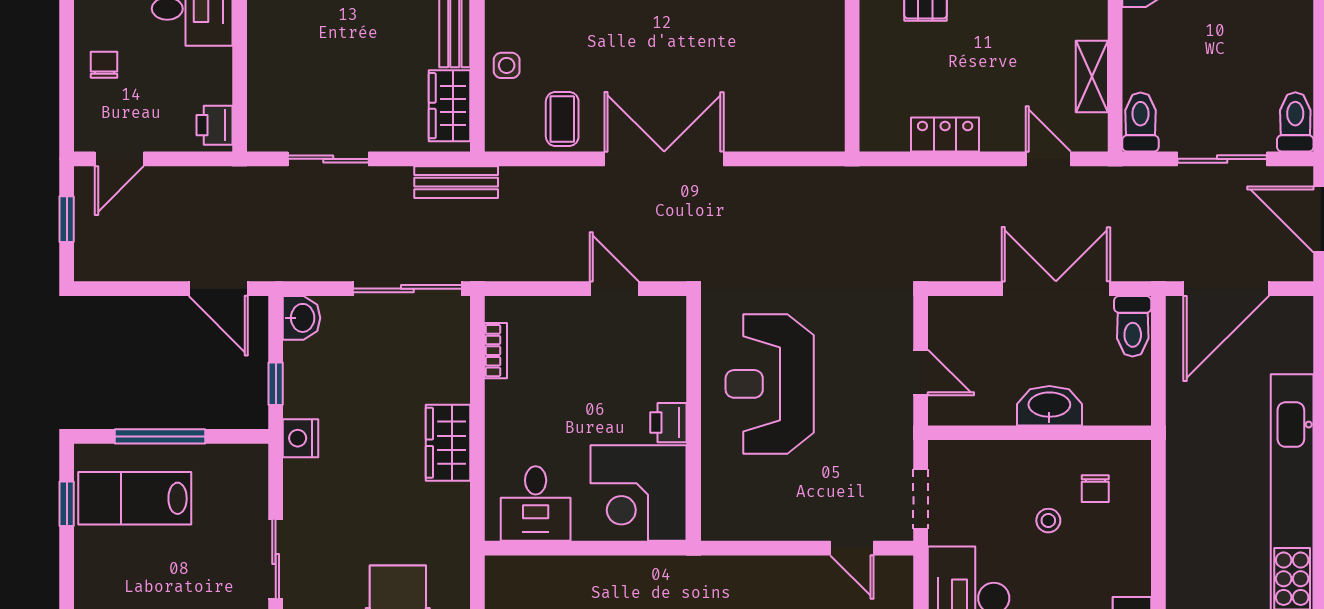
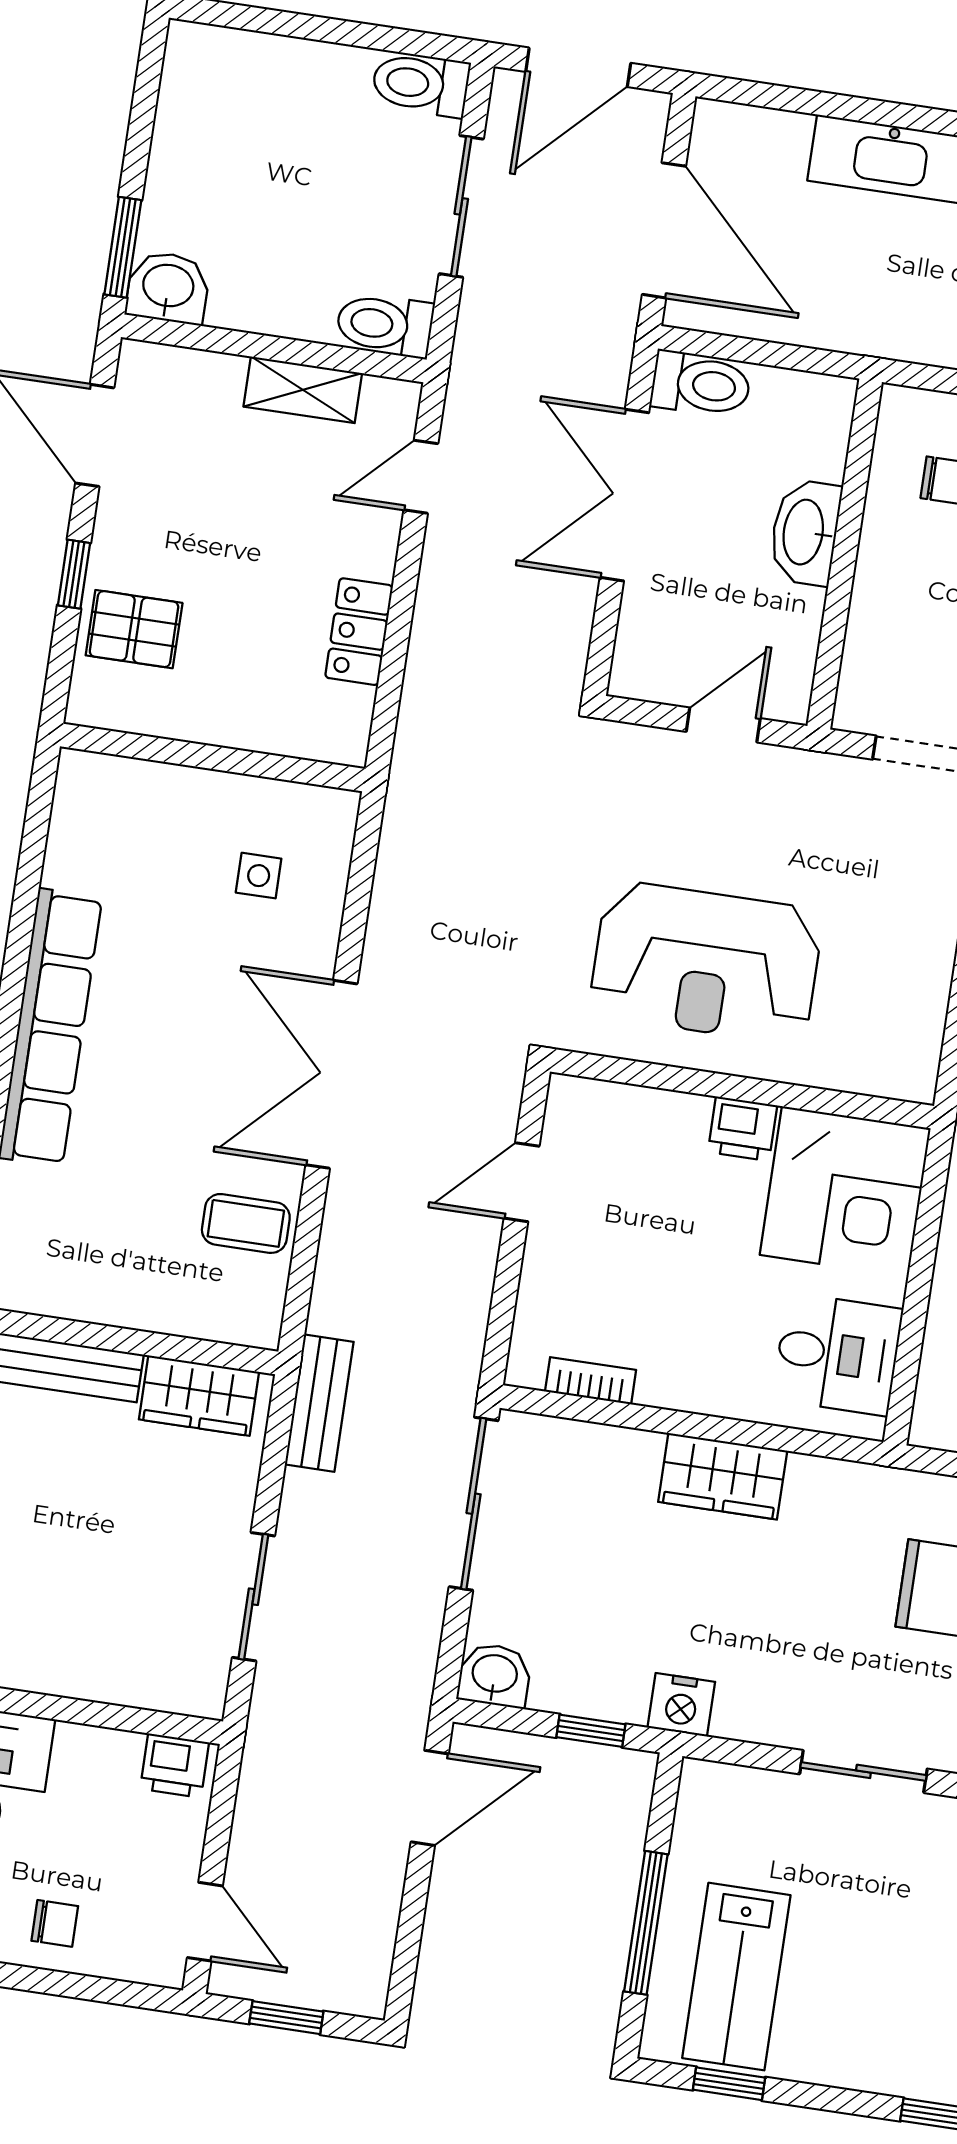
chair: (104, 65) -> (55, 1923), turned 180
side table: (507, 65) -> (259, 876), moved

